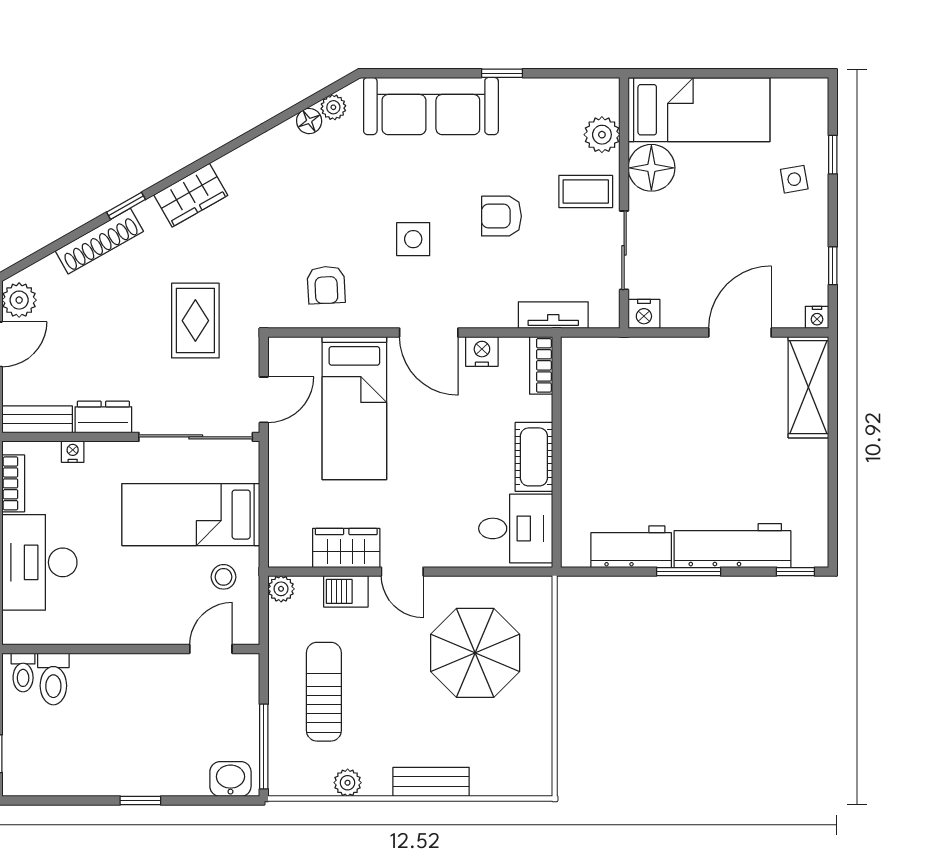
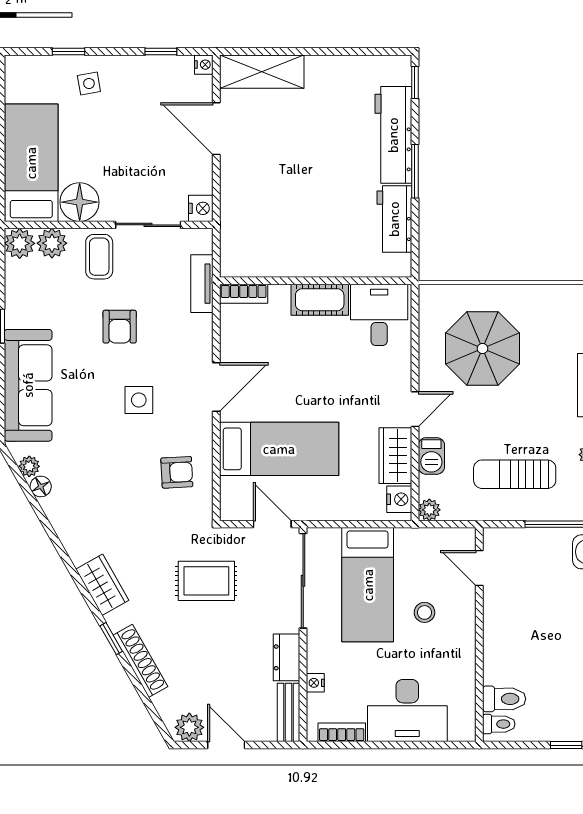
plant: (602, 96) -> (20, 243), added
nightstand: (482, 351) -> (399, 499), moved, turned 180
stool: (224, 577) -> (425, 612), moved

